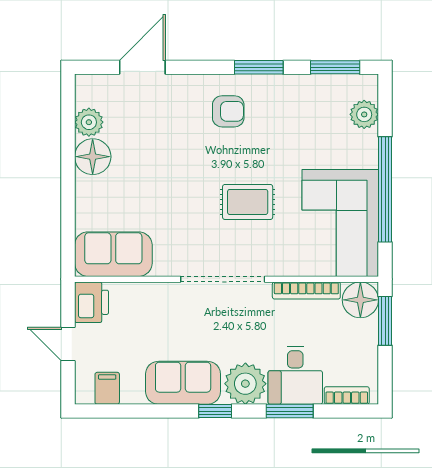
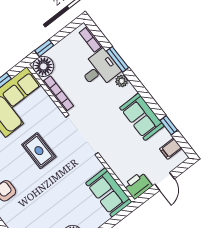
window: (385, 321) -> (44, 48), width x0.67
plant: (245, 384) -> (122, 81), width x0.53, depth x0.53
window: (215, 411) -> (169, 125), moved

